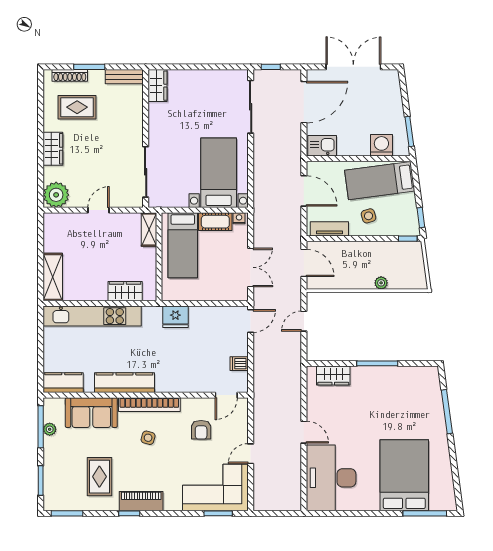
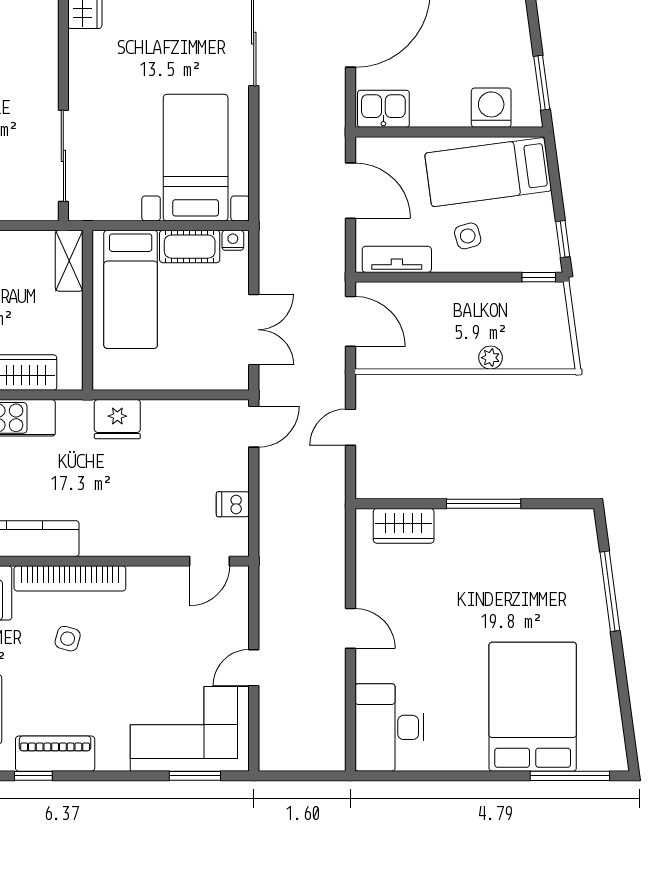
armchair: (201, 430) -> (164, 624), removed
desk: (331, 478) -> (389, 727), width x0.73, depth x0.77

